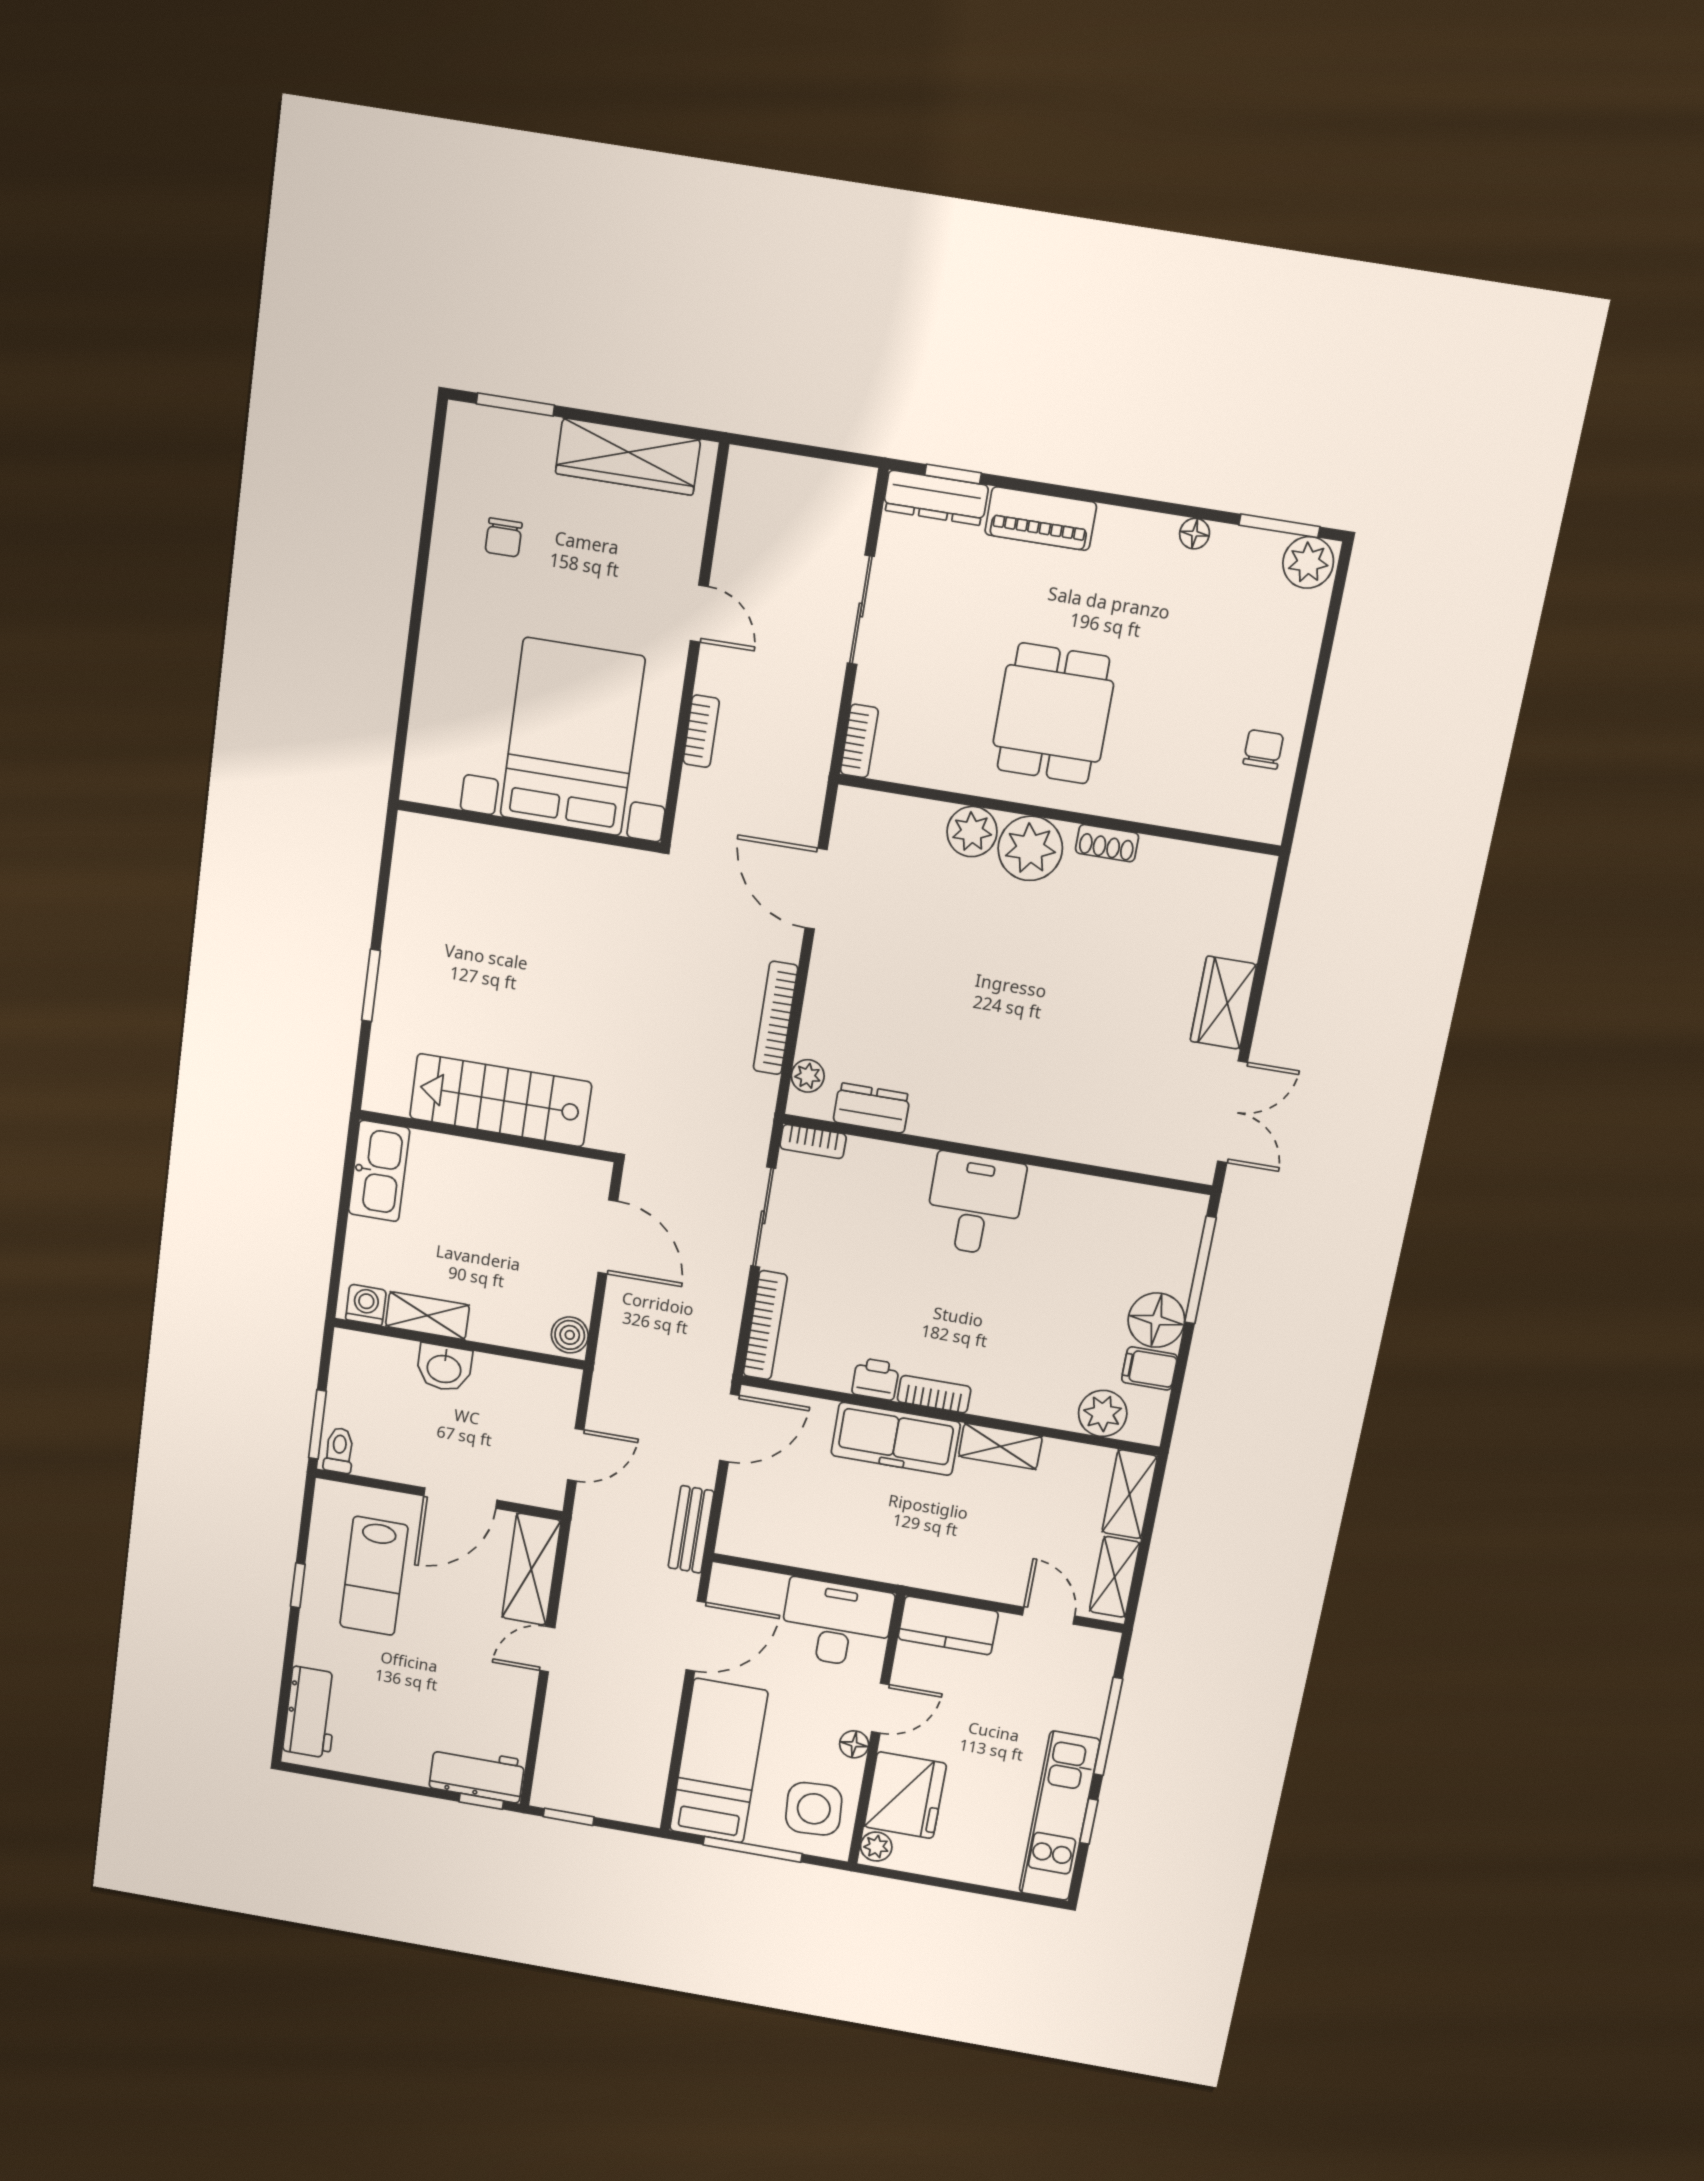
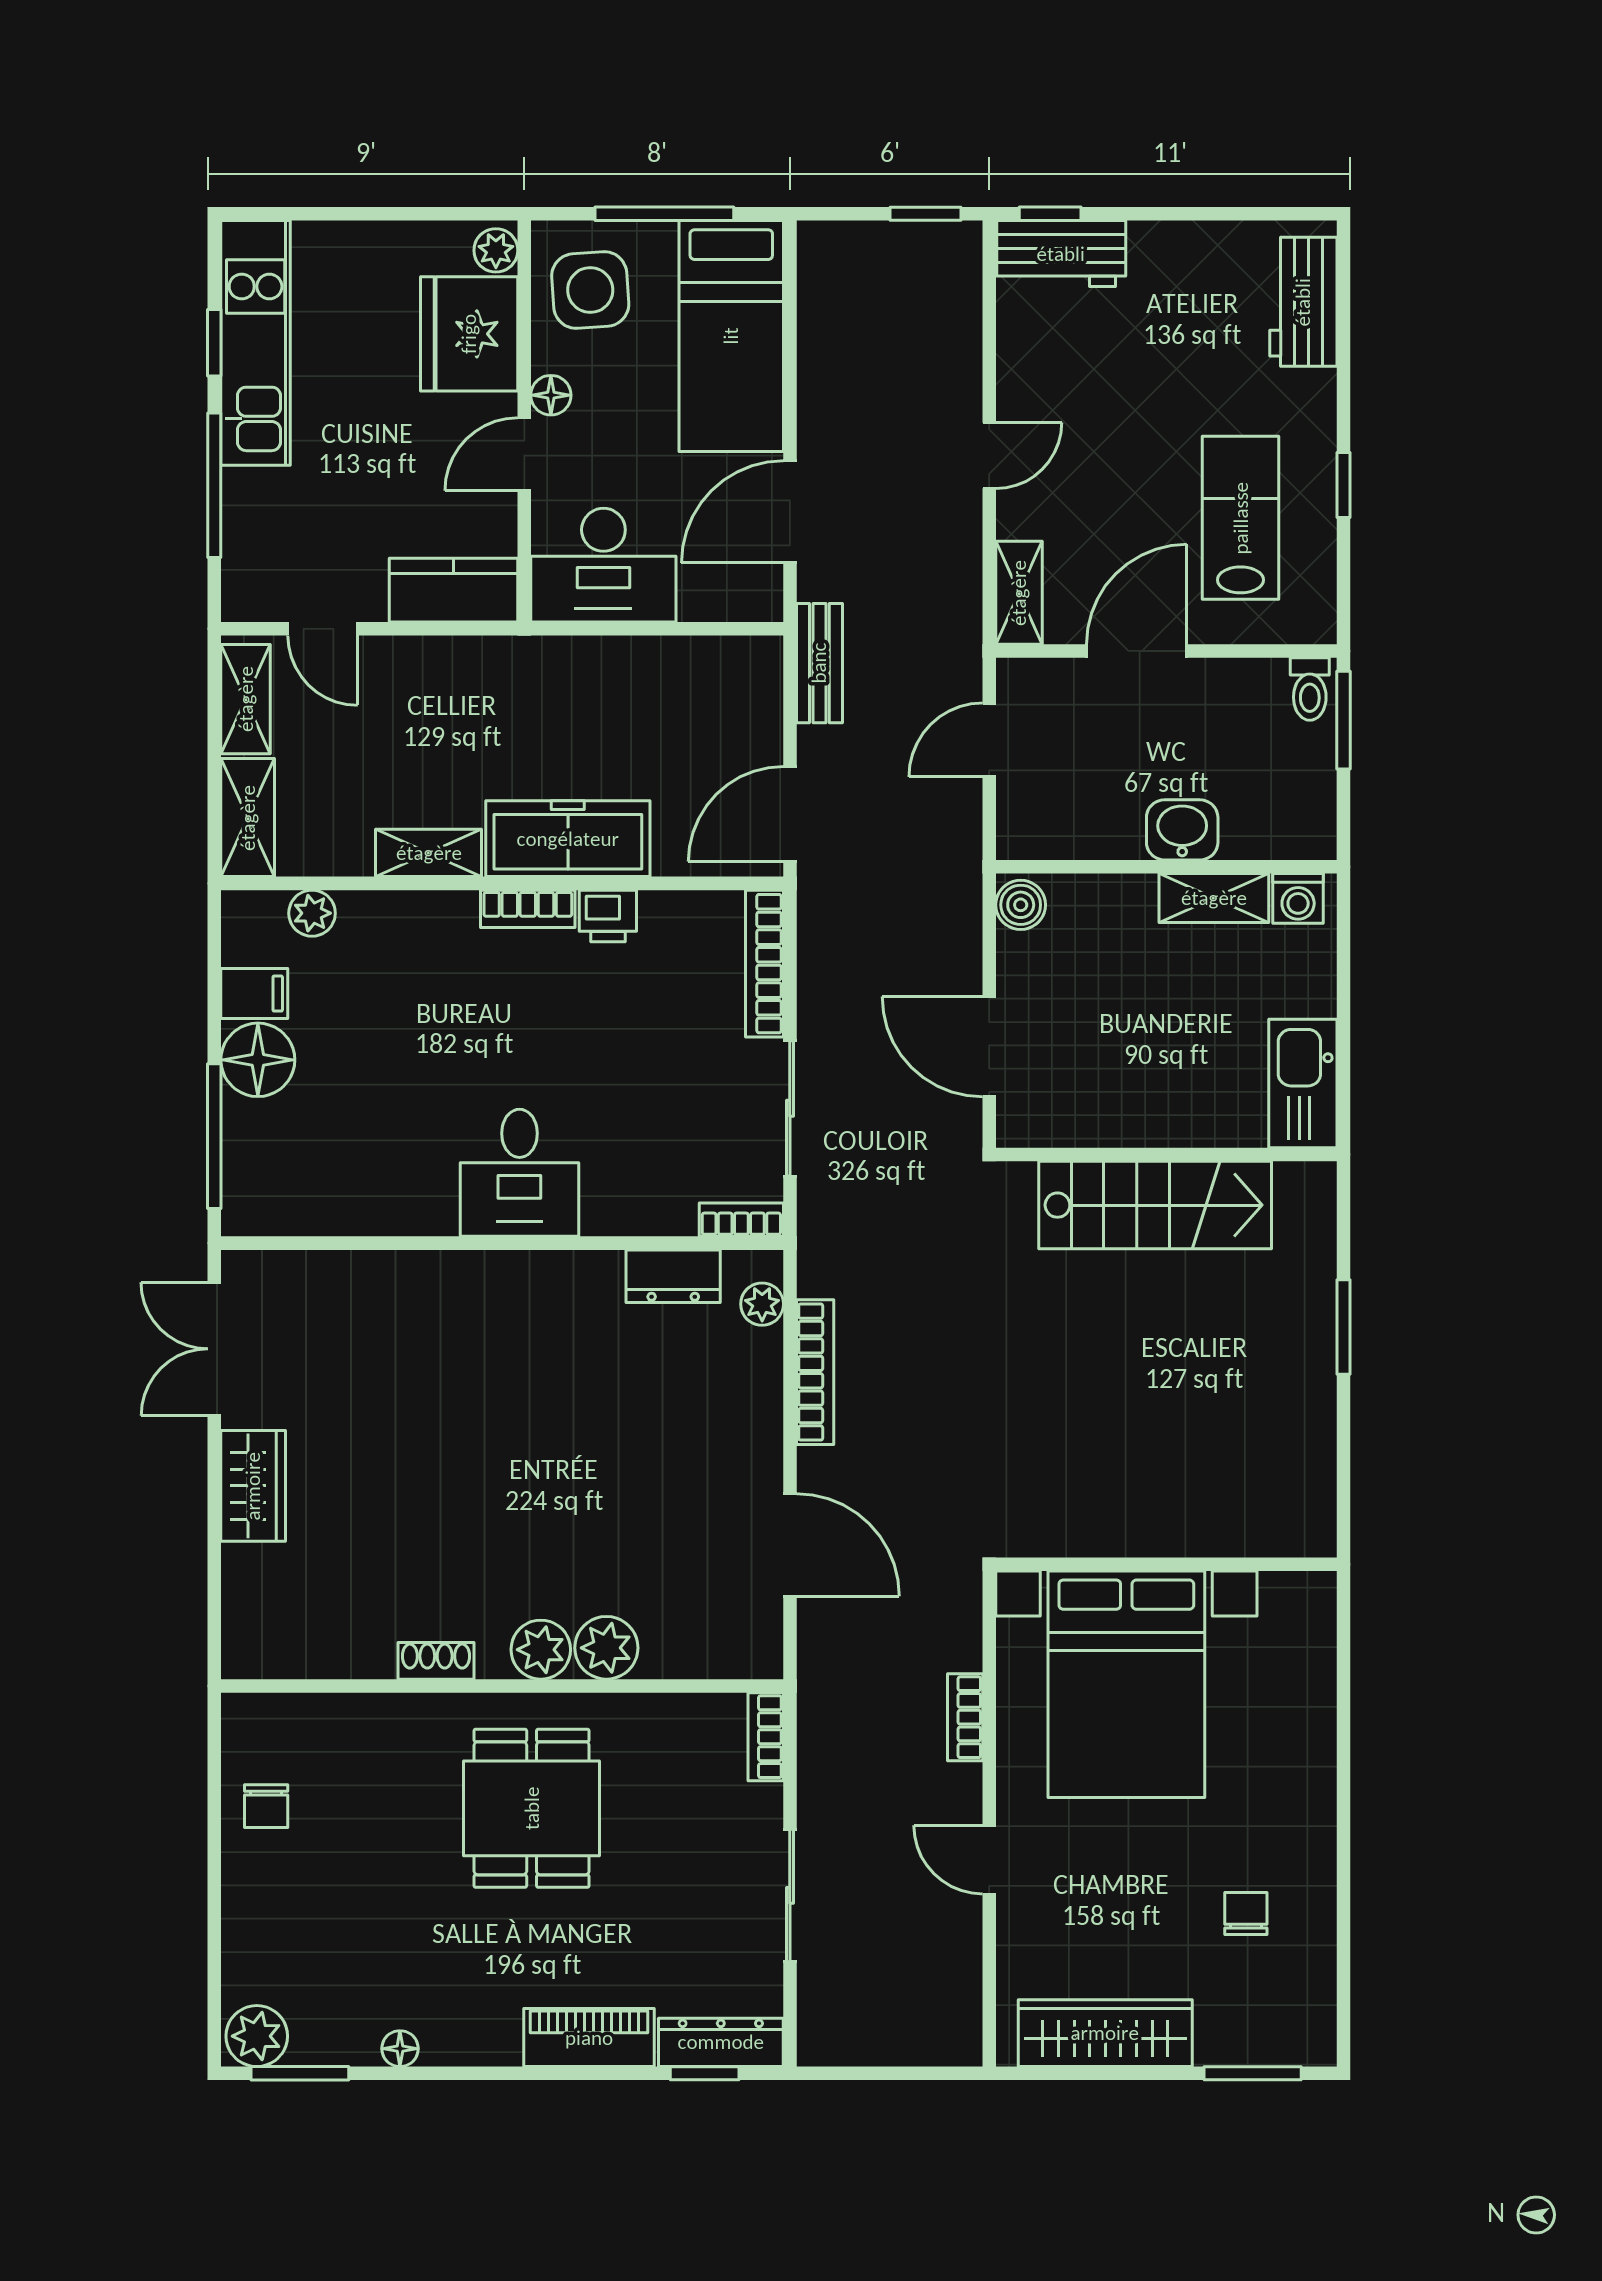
plant: (1030, 848) -> (541, 1650), width x0.73, depth x0.73
plant: (1103, 1413) -> (312, 913), width x0.73, depth x0.73
shelving: (531, 1569) -> (1019, 593), width x0.67, depth x0.75

